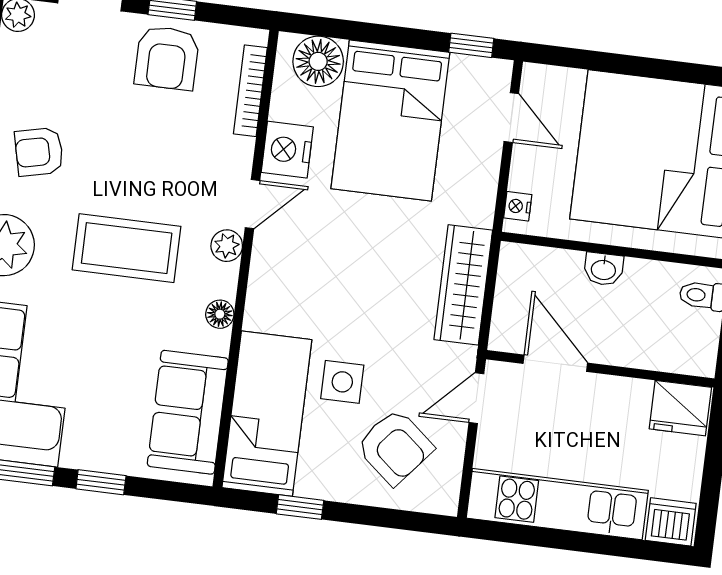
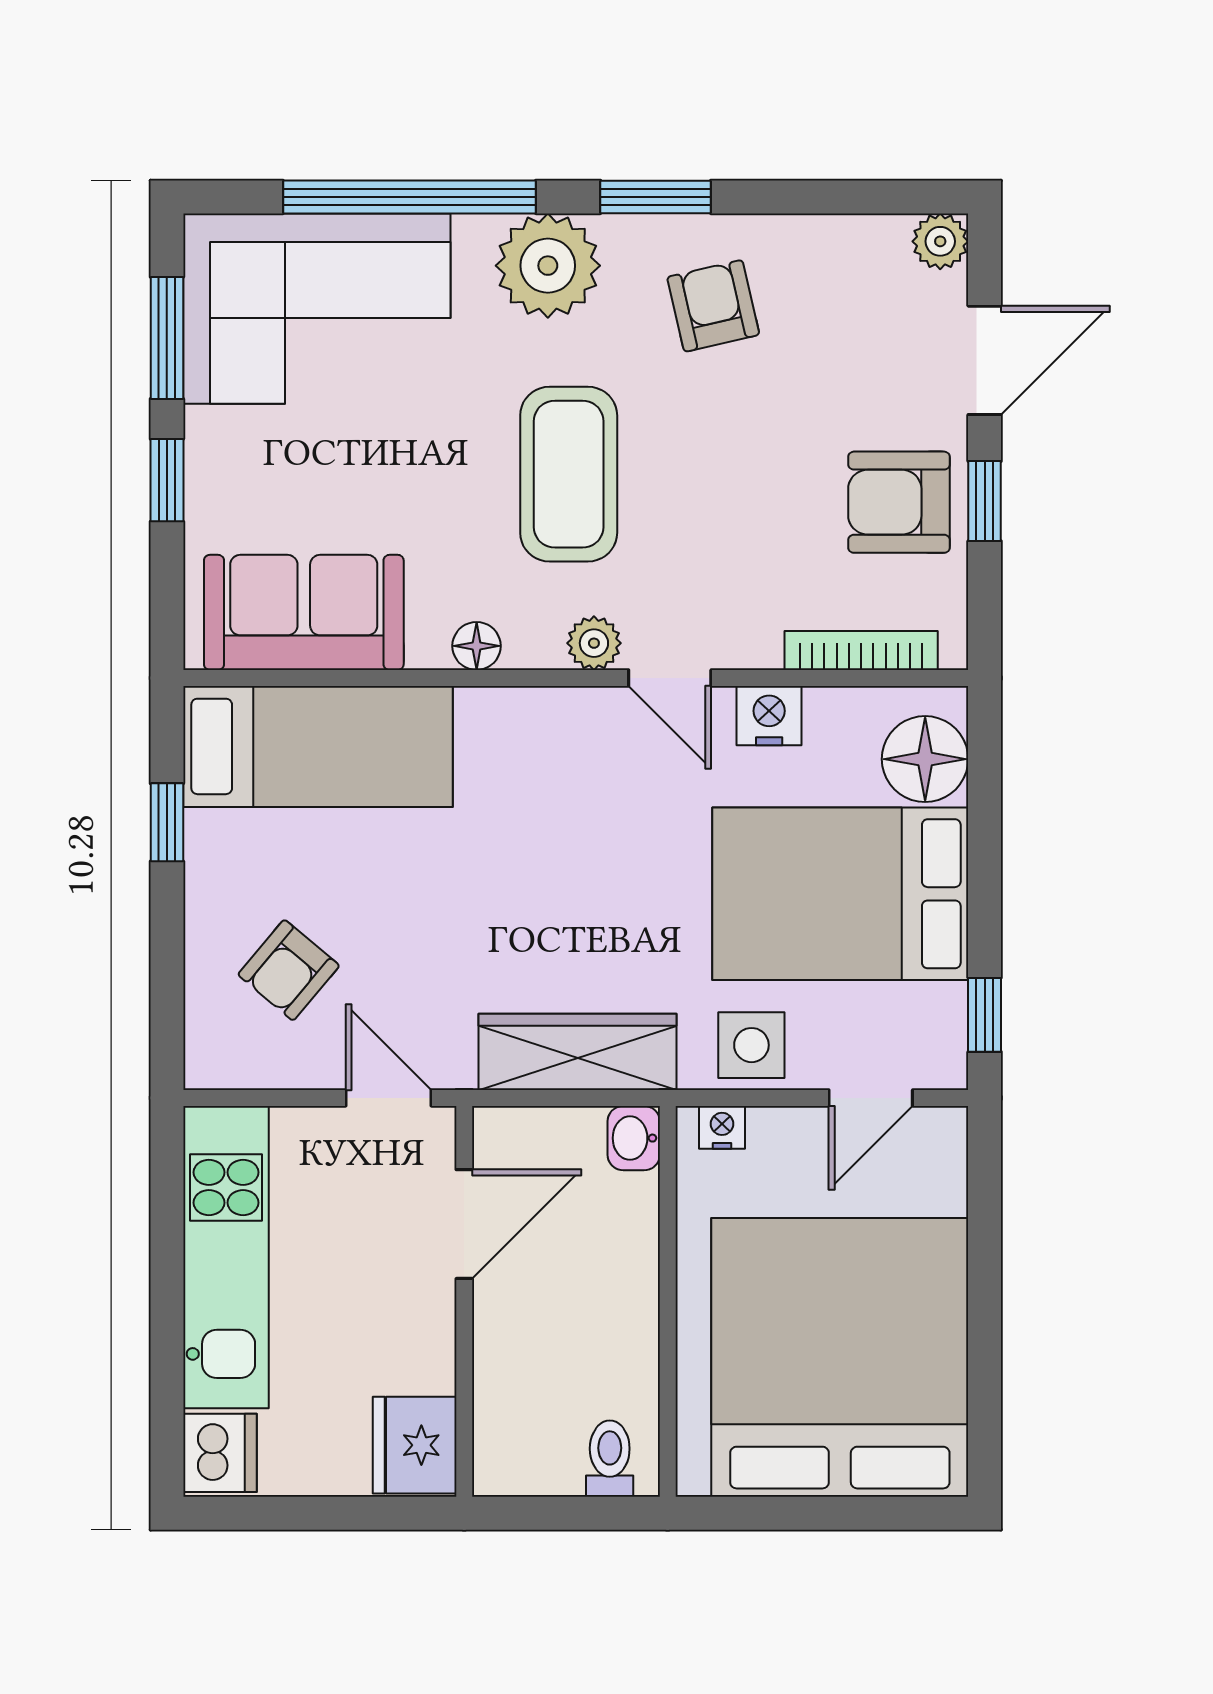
nightstand: (287, 150) -> (769, 716), width x0.74, depth x0.75
washbasin: (603, 269) -> (634, 1138), moved
side table: (342, 382) -> (751, 1045), moved
armchair: (395, 447) -> (289, 970), width x0.72, depth x0.72

